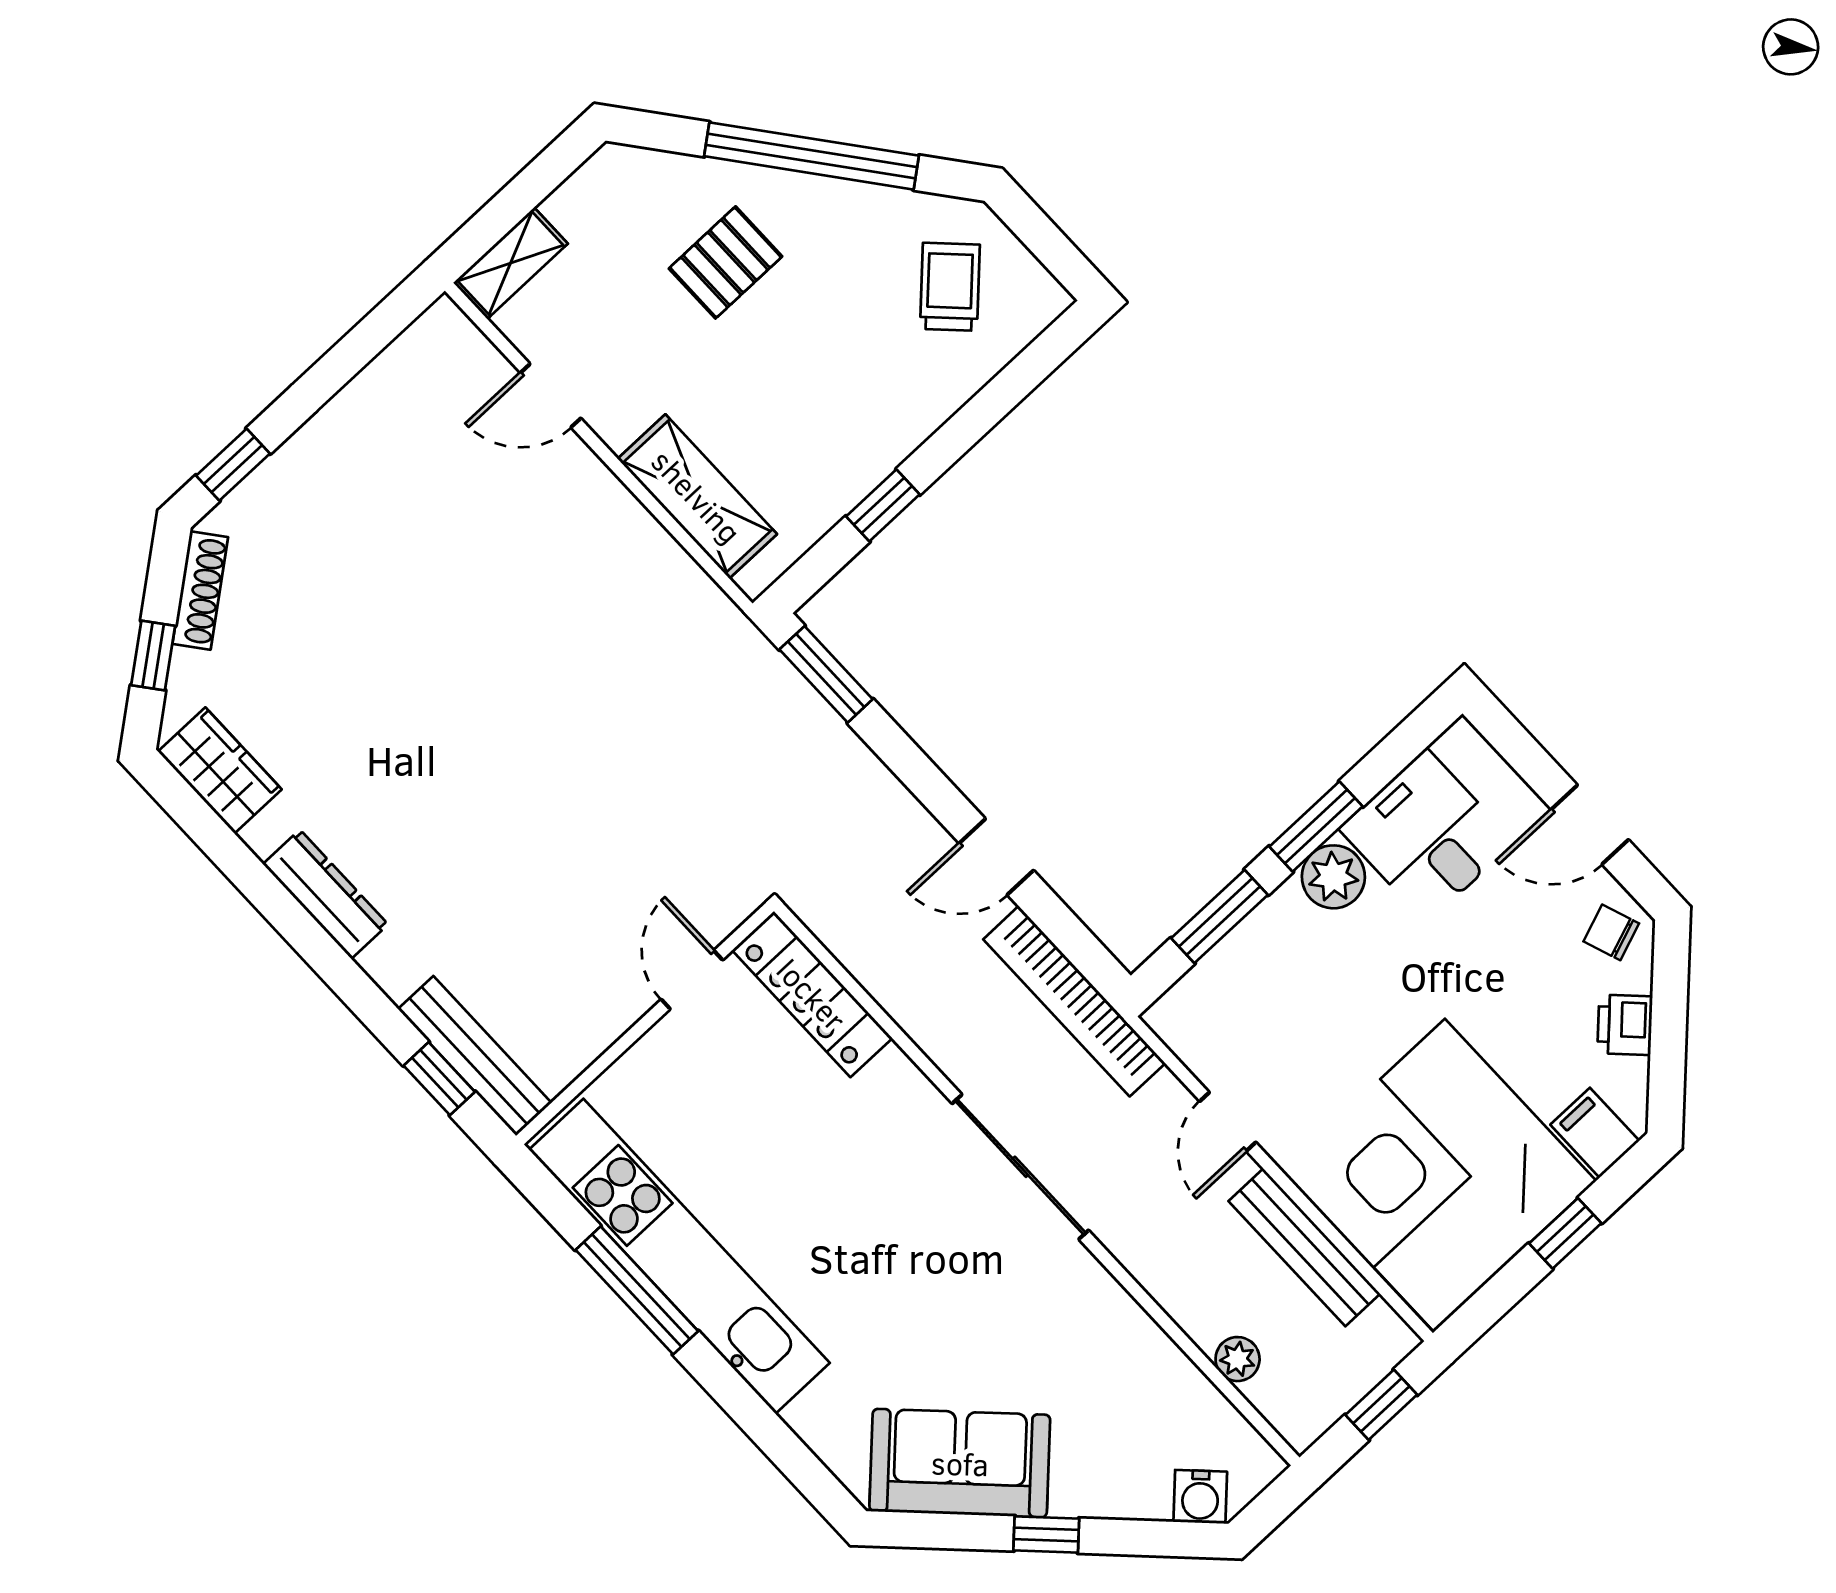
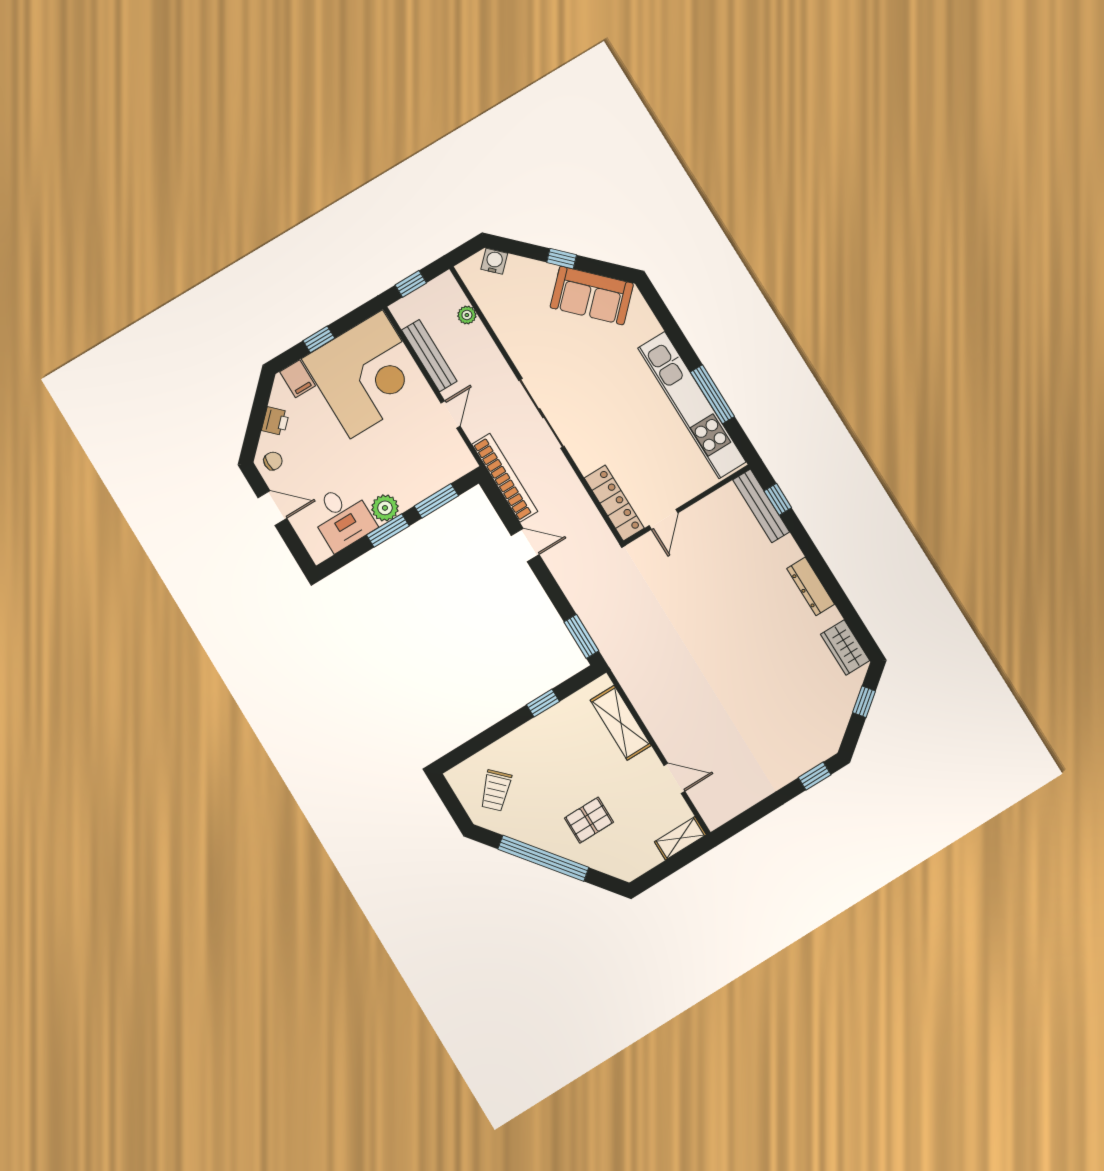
shoe rack: (200, 591) -> (839, 725), removed
chair: (1611, 932) -> (273, 461), turned -70

